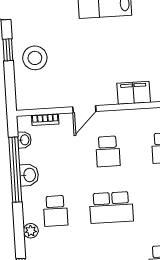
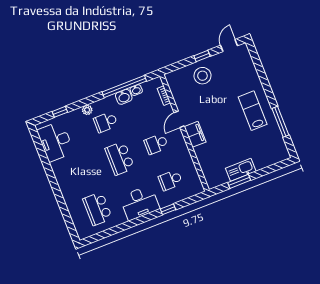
filing cabinet: (134, 93) -> (195, 134), moved
door: (84, 109) -> (179, 119), hinge flipped
washbasin: (24, 140) -> (136, 90), moved

